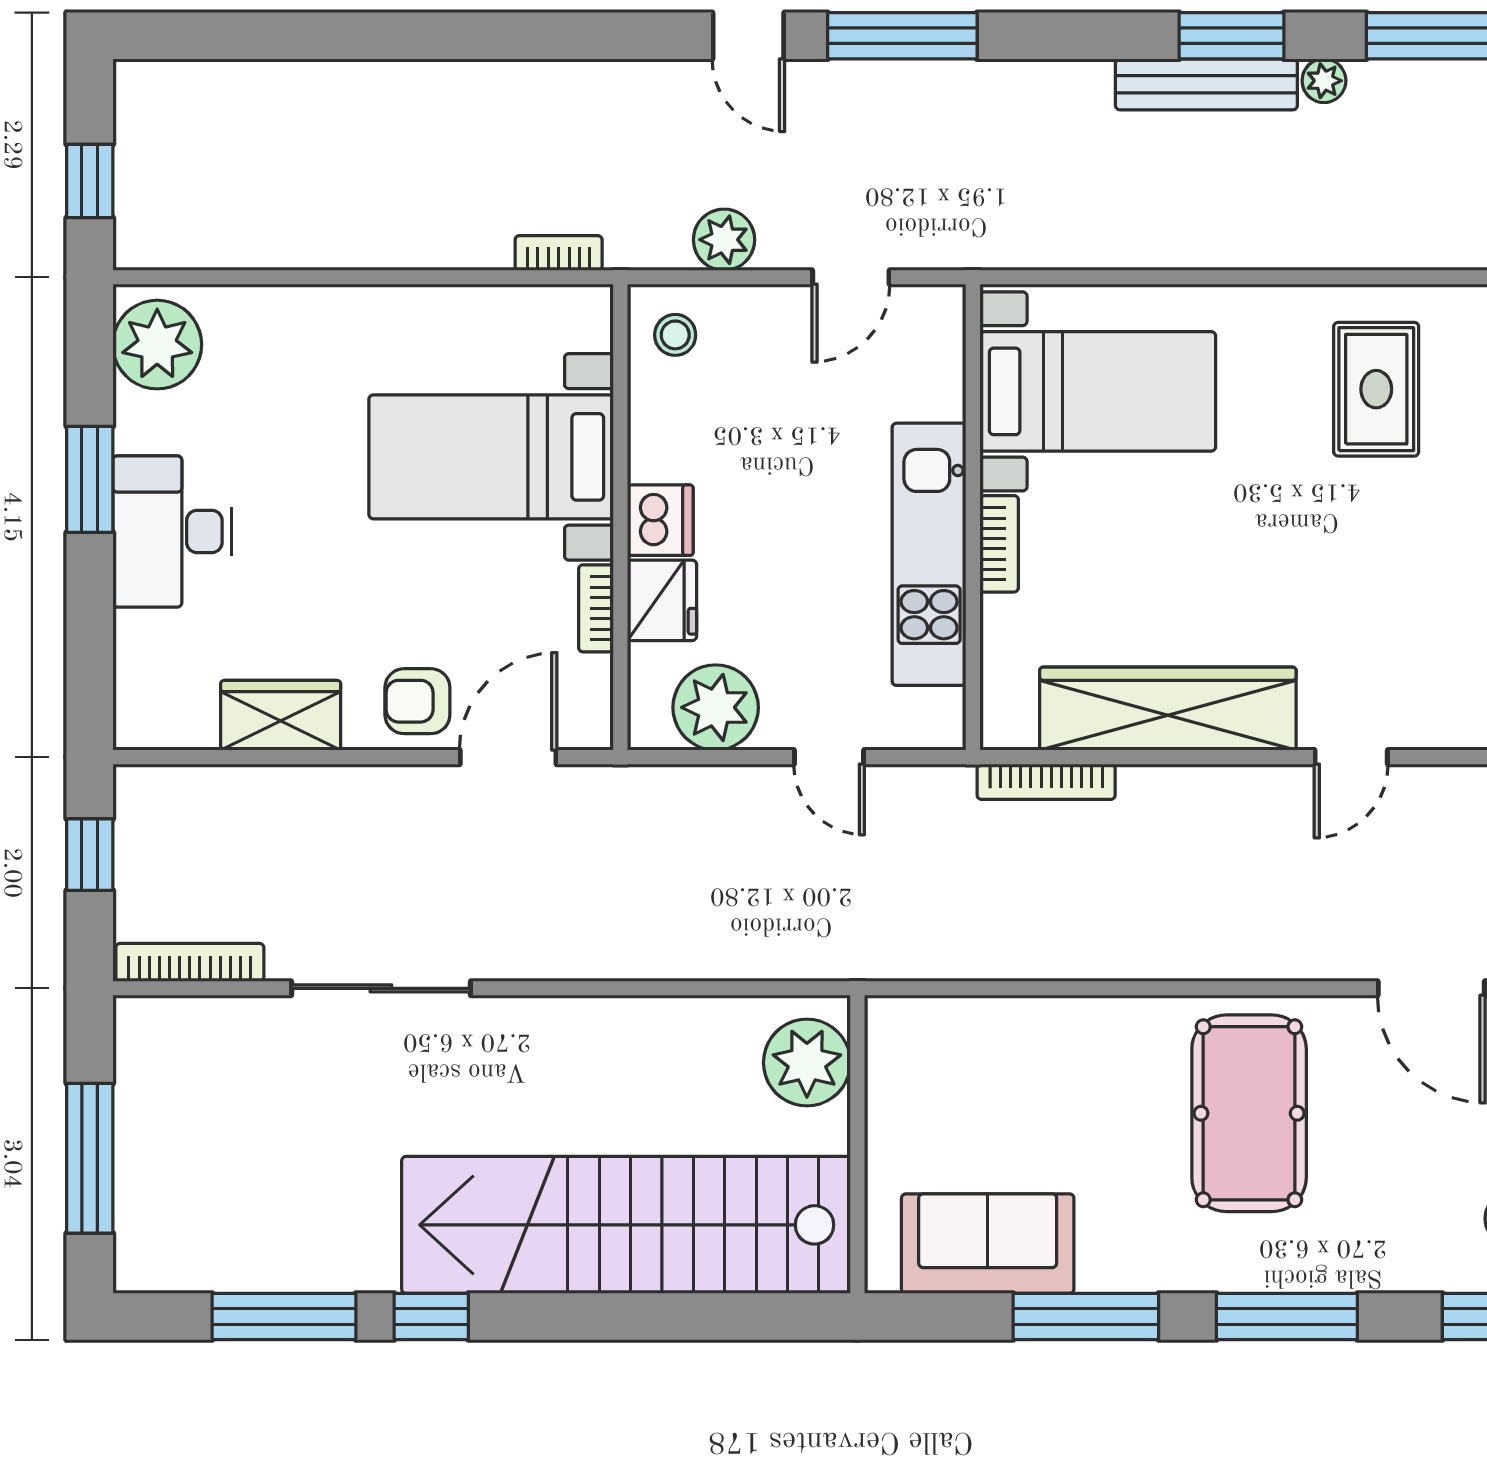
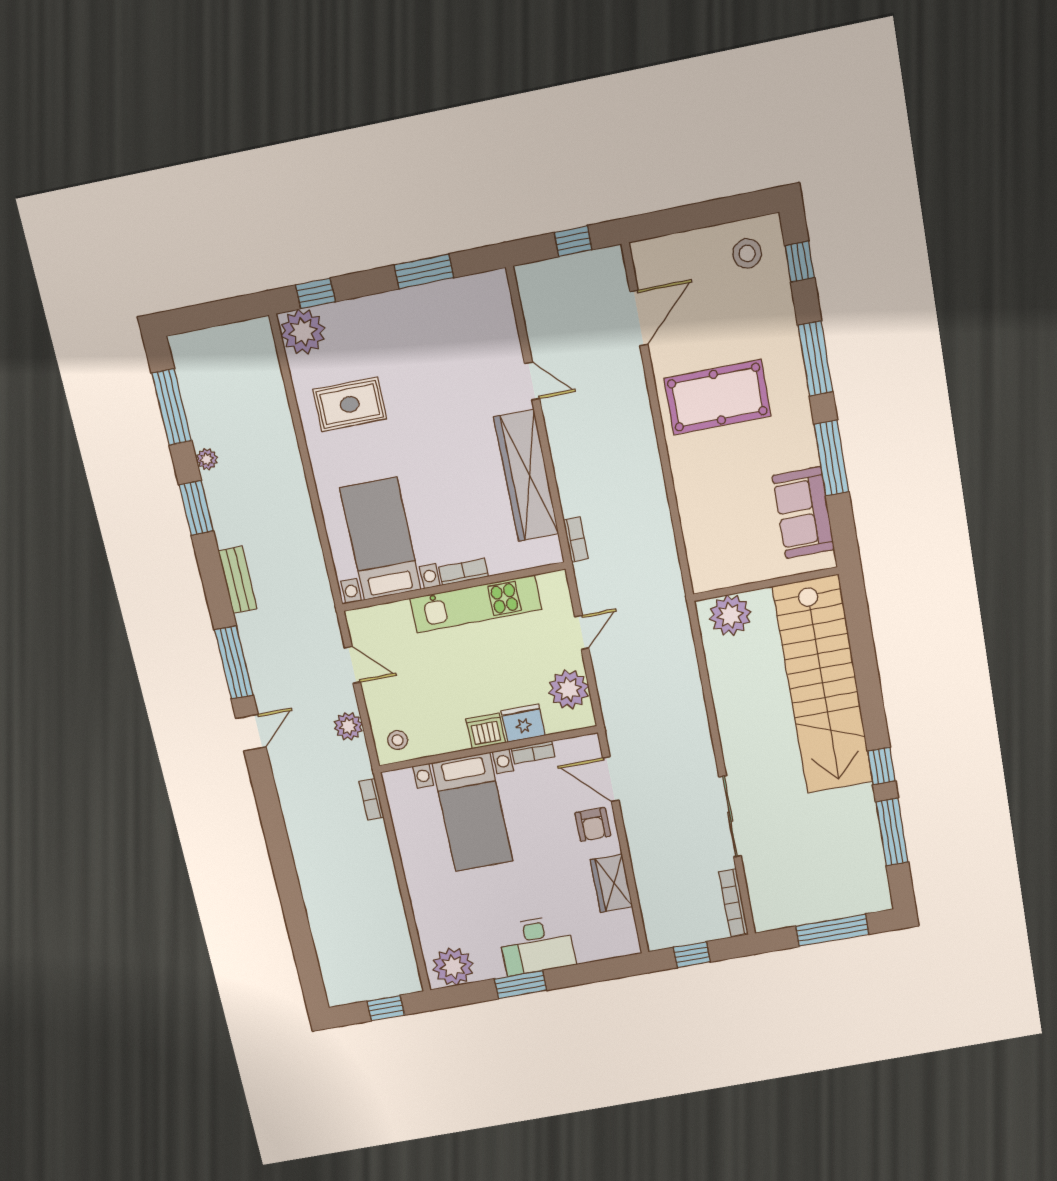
bench: (1206, 84) -> (238, 580), moved, width x0.73
bookcase: (1046, 782) -> (576, 539), width x0.64

